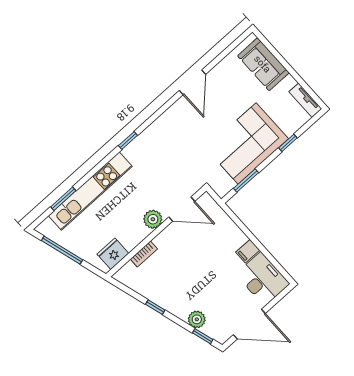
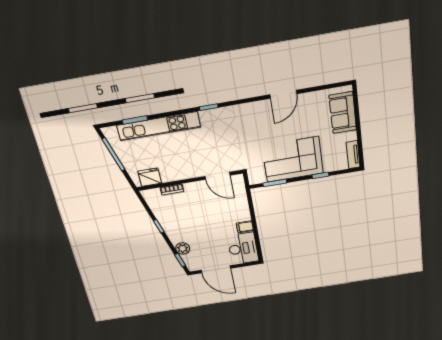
plant: (153, 219) -> (193, 171), removed

